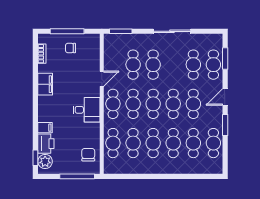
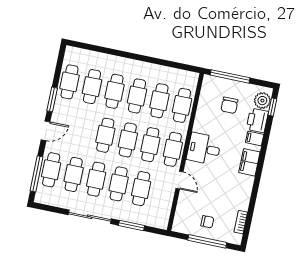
window: (121, 31) -> (131, 226), moved
window: (225, 58) -> (36, 174), width x1.44
door: (102, 79) -> (179, 180), swing flipped
filing cabinet: (45, 84) -> (249, 162), moved
cafe table: (193, 104) -> (96, 179), moved
chair: (88, 155) -> (229, 105), moved

